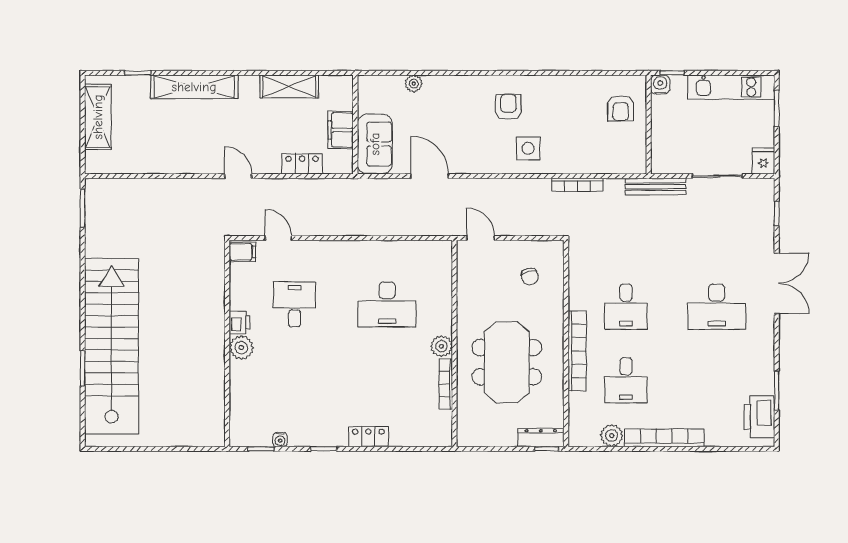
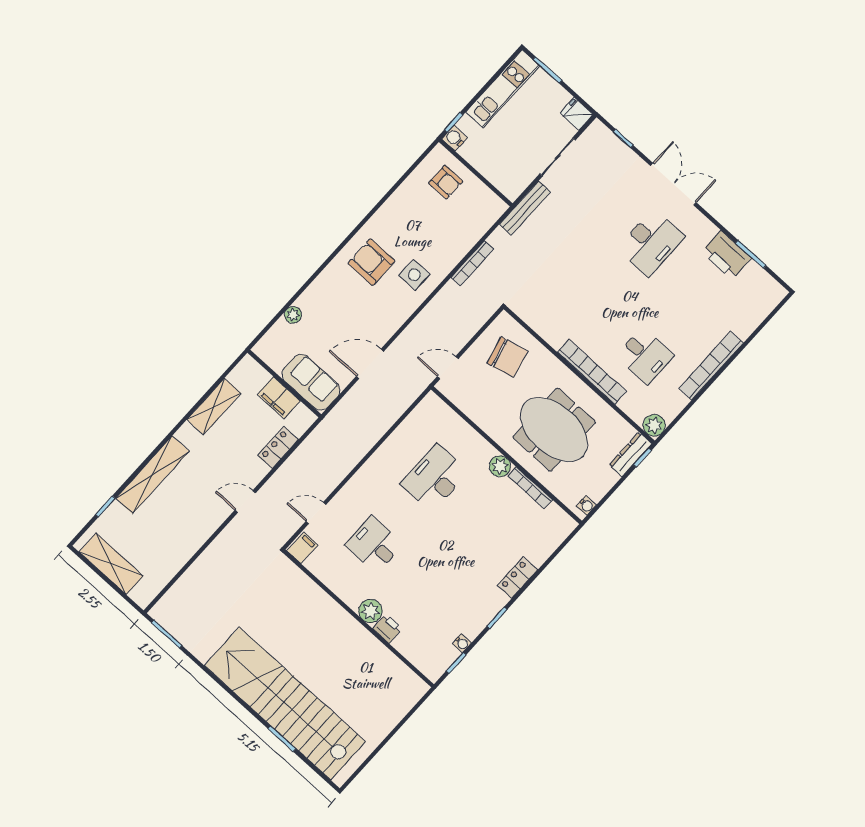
armchair: (508, 107) -> (371, 262), width x1.38, depth x1.38
chair: (530, 276) -> (507, 357), width x1.87, depth x1.87
desk: (387, 304) -> (434, 478), turned 180
desk: (626, 307) -> (592, 308), removed
printer: (240, 322) -> (387, 629), moved
printer: (759, 417) -> (726, 255), moved
plant: (612, 436) -> (654, 425), moved
water cooler: (471, 439) -> (586, 505), added

